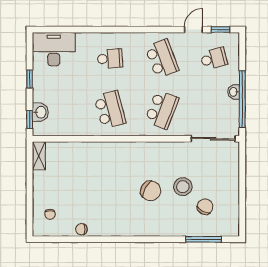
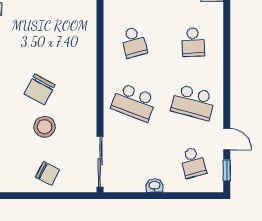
school desk: (162, 59) -> (193, 102), turned 36
window: (242, 99) -> (146, 196), removed
school desk: (110, 110) -> (134, 42), width x0.54
chair: (205, 207) -> (48, 174), moved

